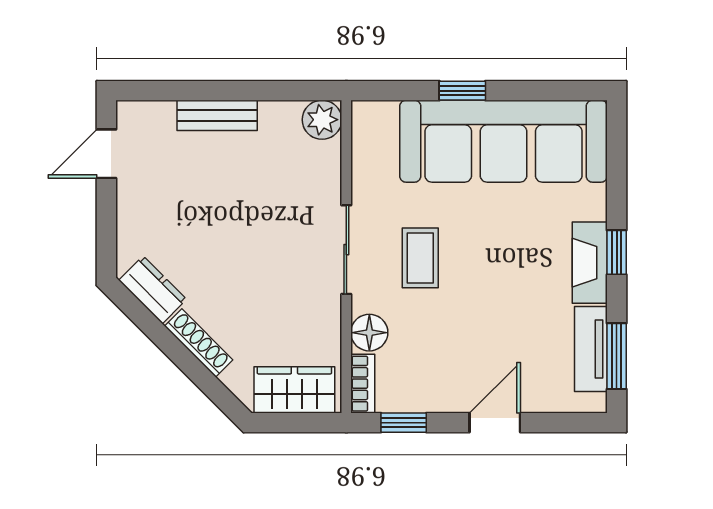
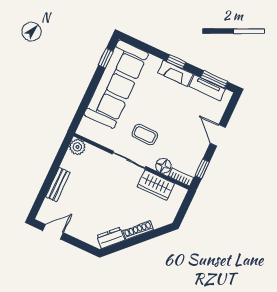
window: (462, 91) -> (106, 58), moved
door: (106, 154) -> (53, 232), swing flipped
wardrobe: (294, 390) -> (156, 185), moved, turned -90

